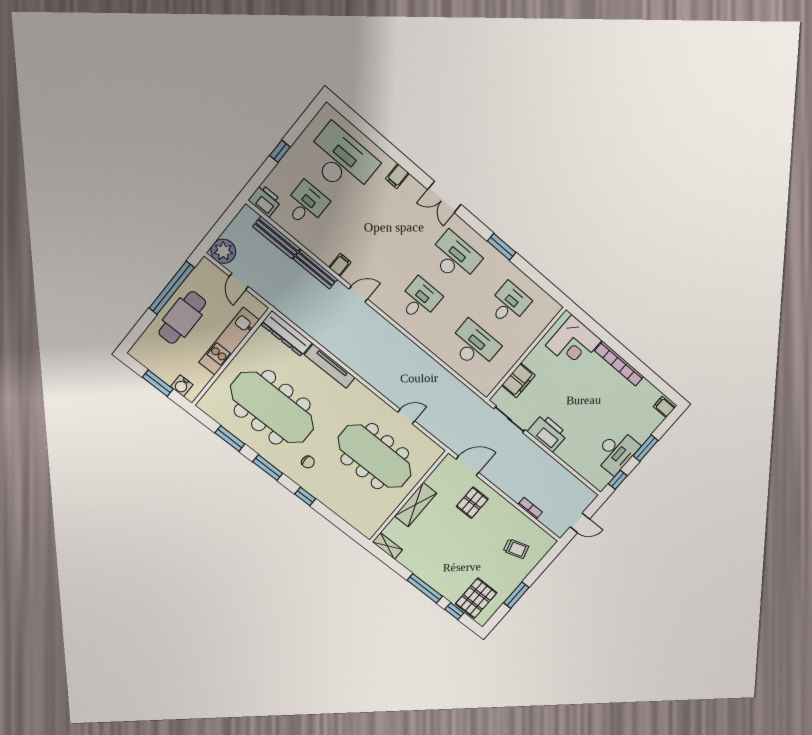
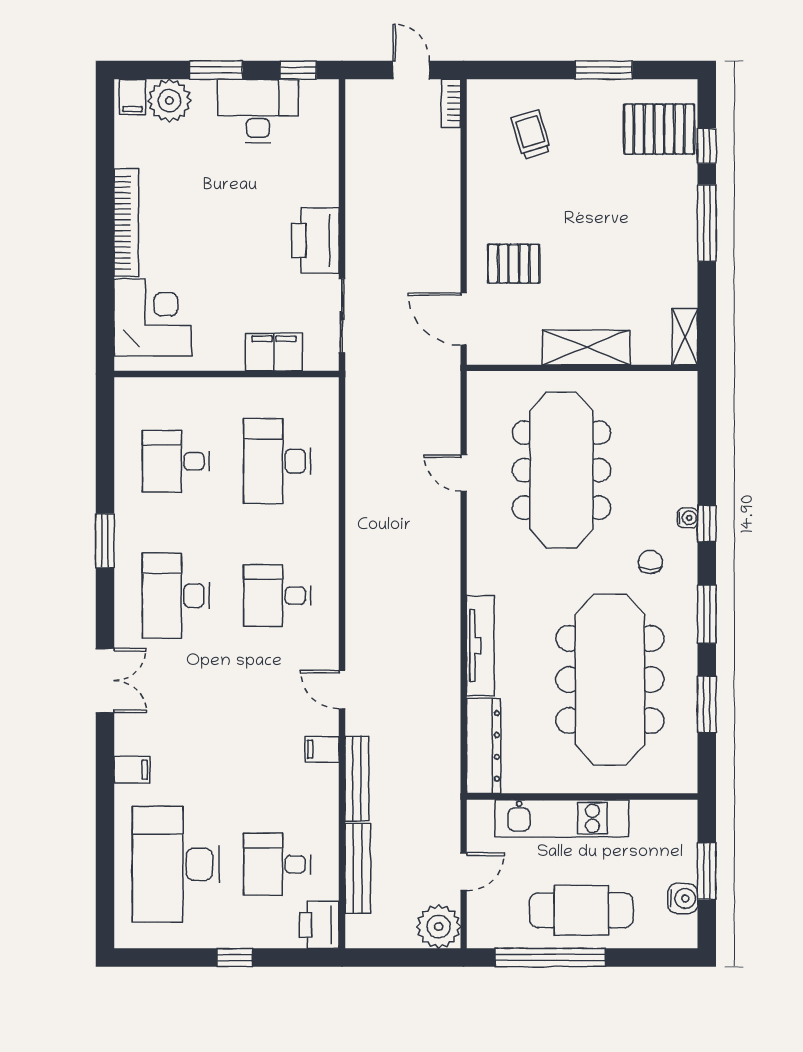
water cooler: (182, 386) -> (683, 898), moved
plant: (650, 420) -> (169, 101), added
water cooler: (314, 491) -> (688, 518), added
bookcase: (530, 508) -> (451, 103), moved

